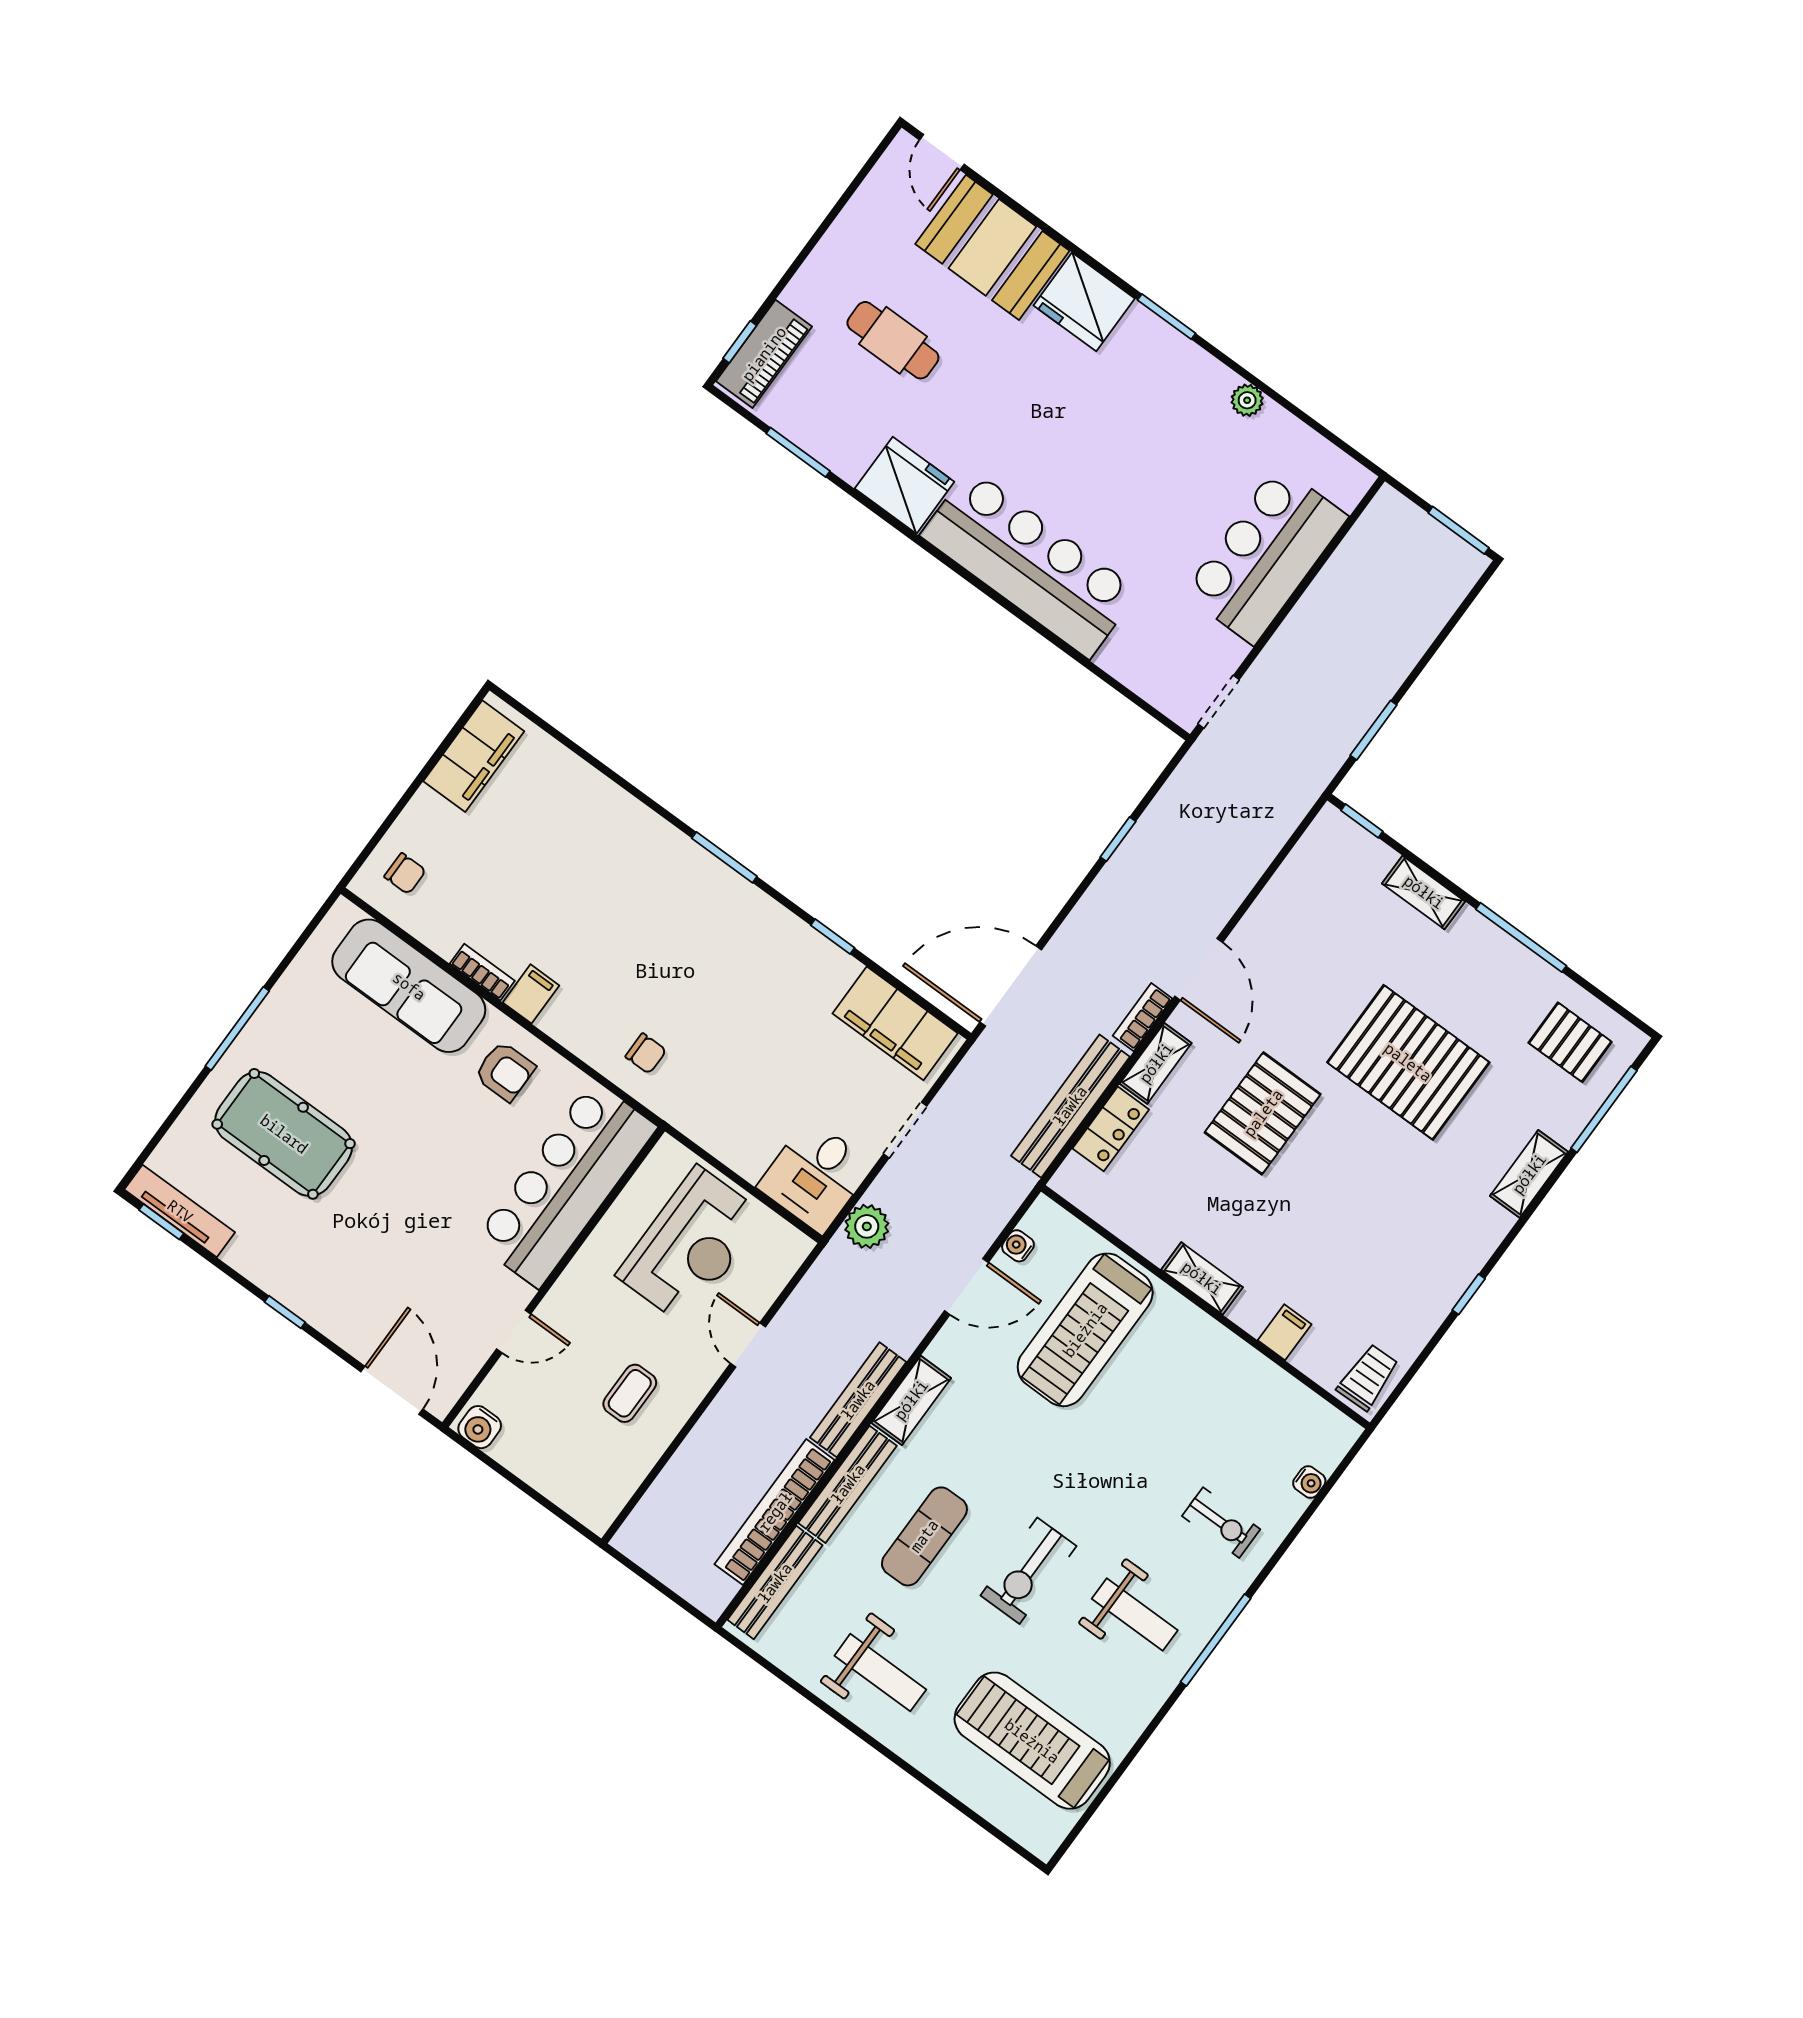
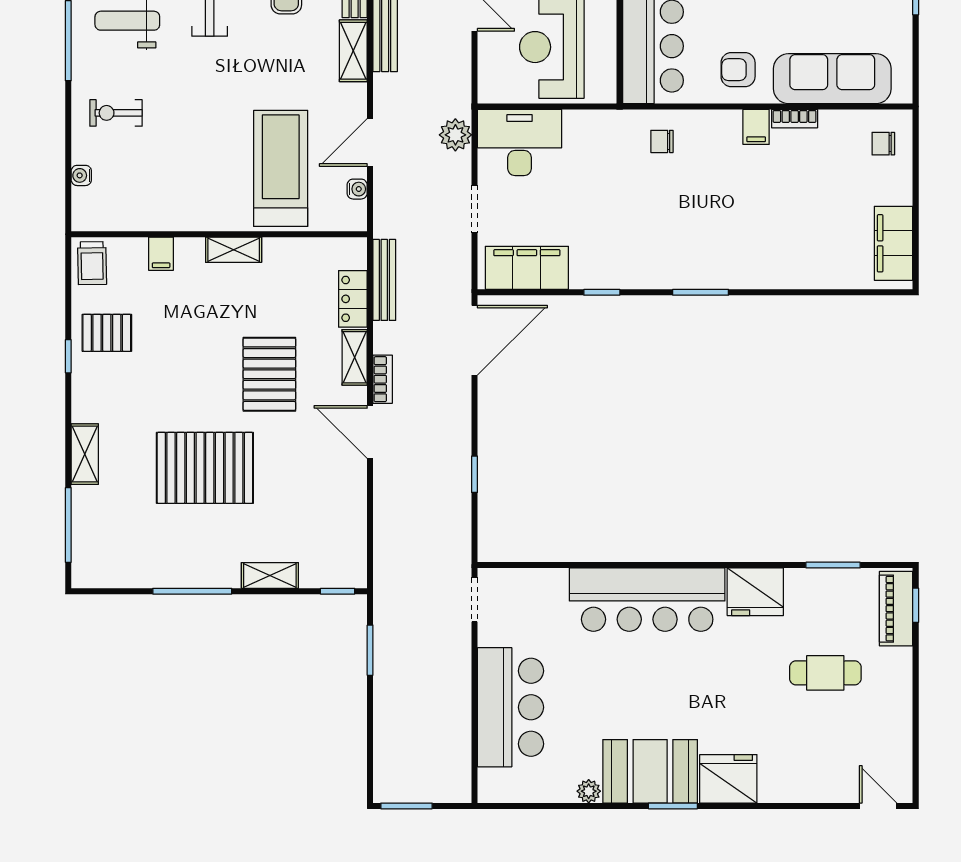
booth: (992, 247) -> (650, 771), moved
pallet: (1570, 1042) -> (107, 333), moved
bench: (1070, 1106) -> (384, 280), width x0.73, depth x0.82
desk: (815, 1176) -> (520, 143), width x1.37

